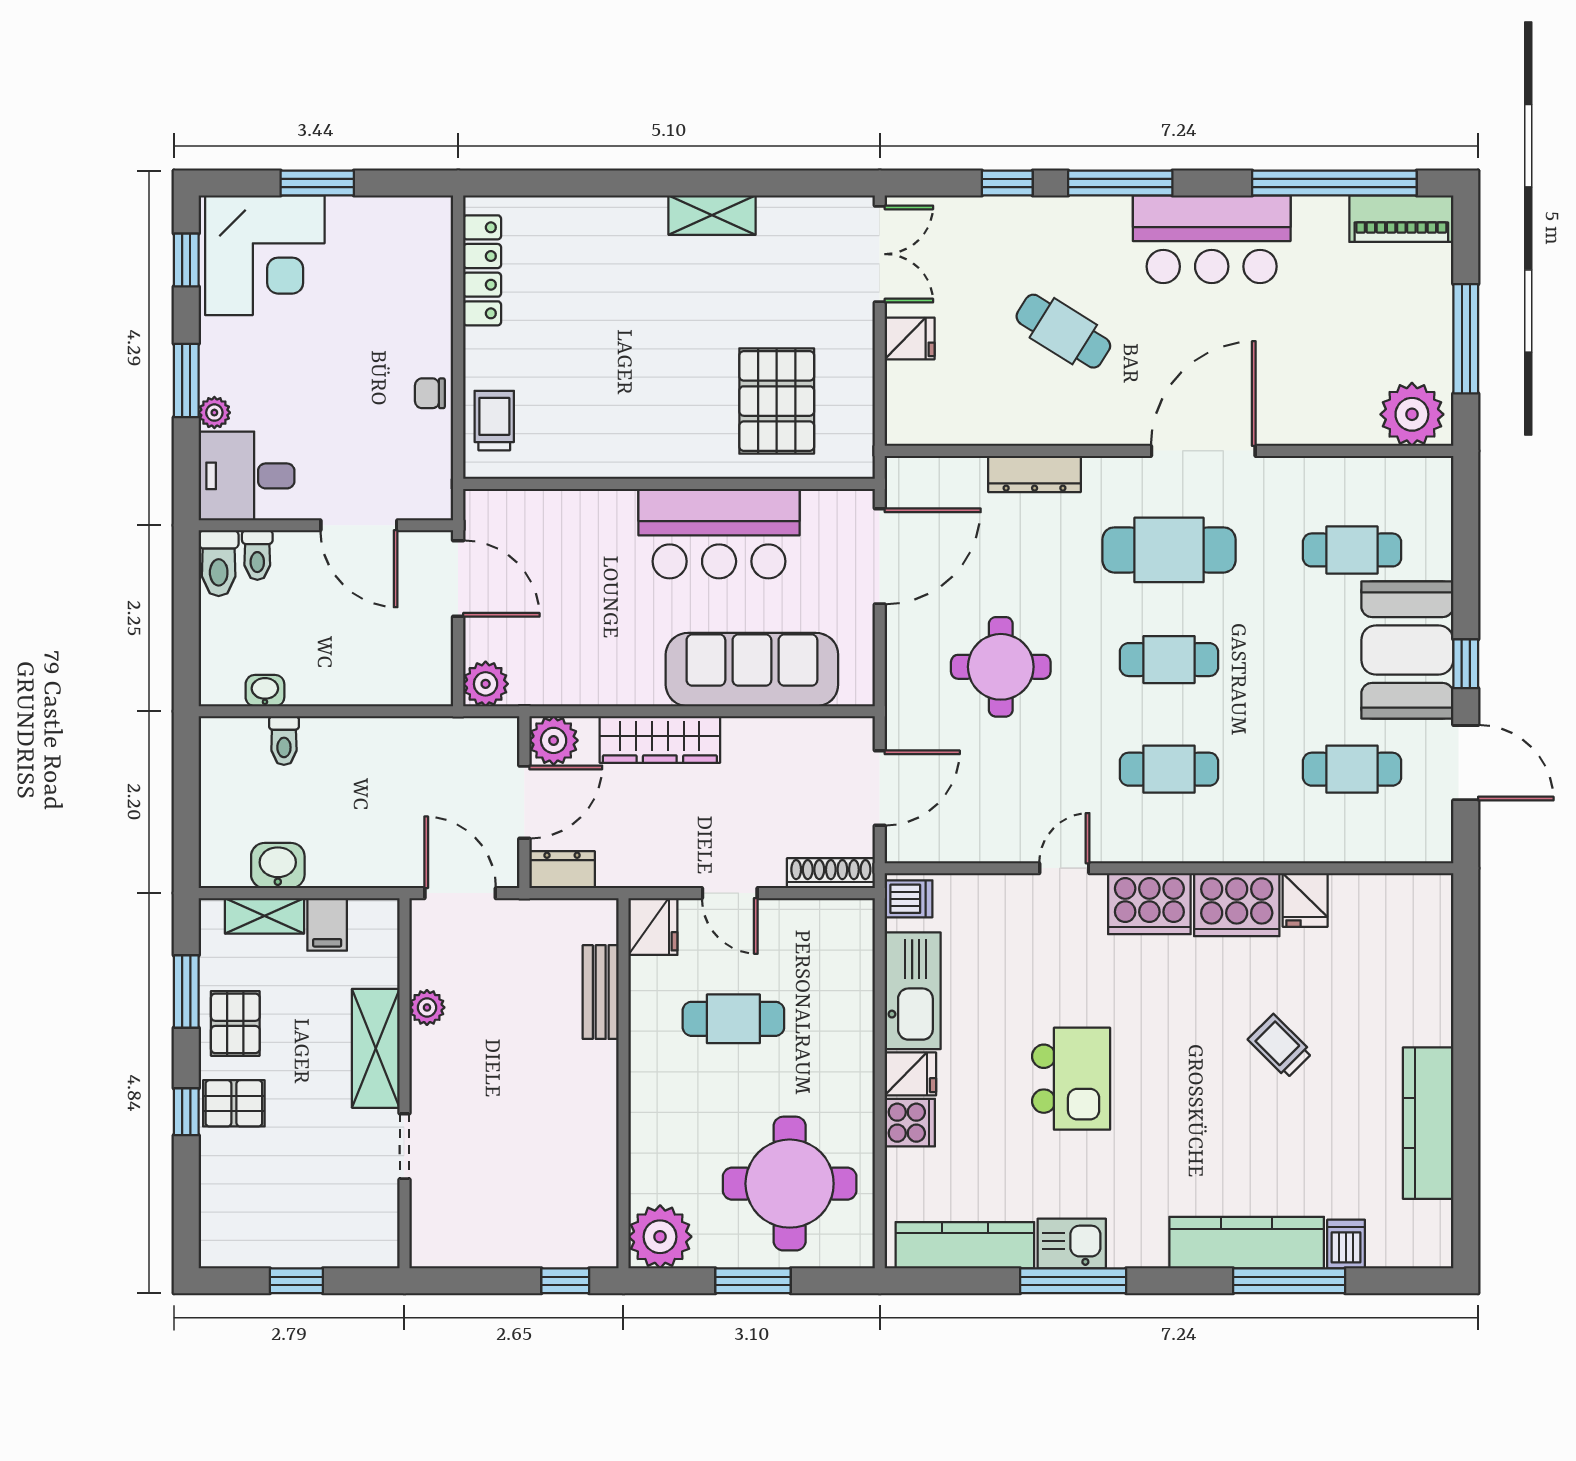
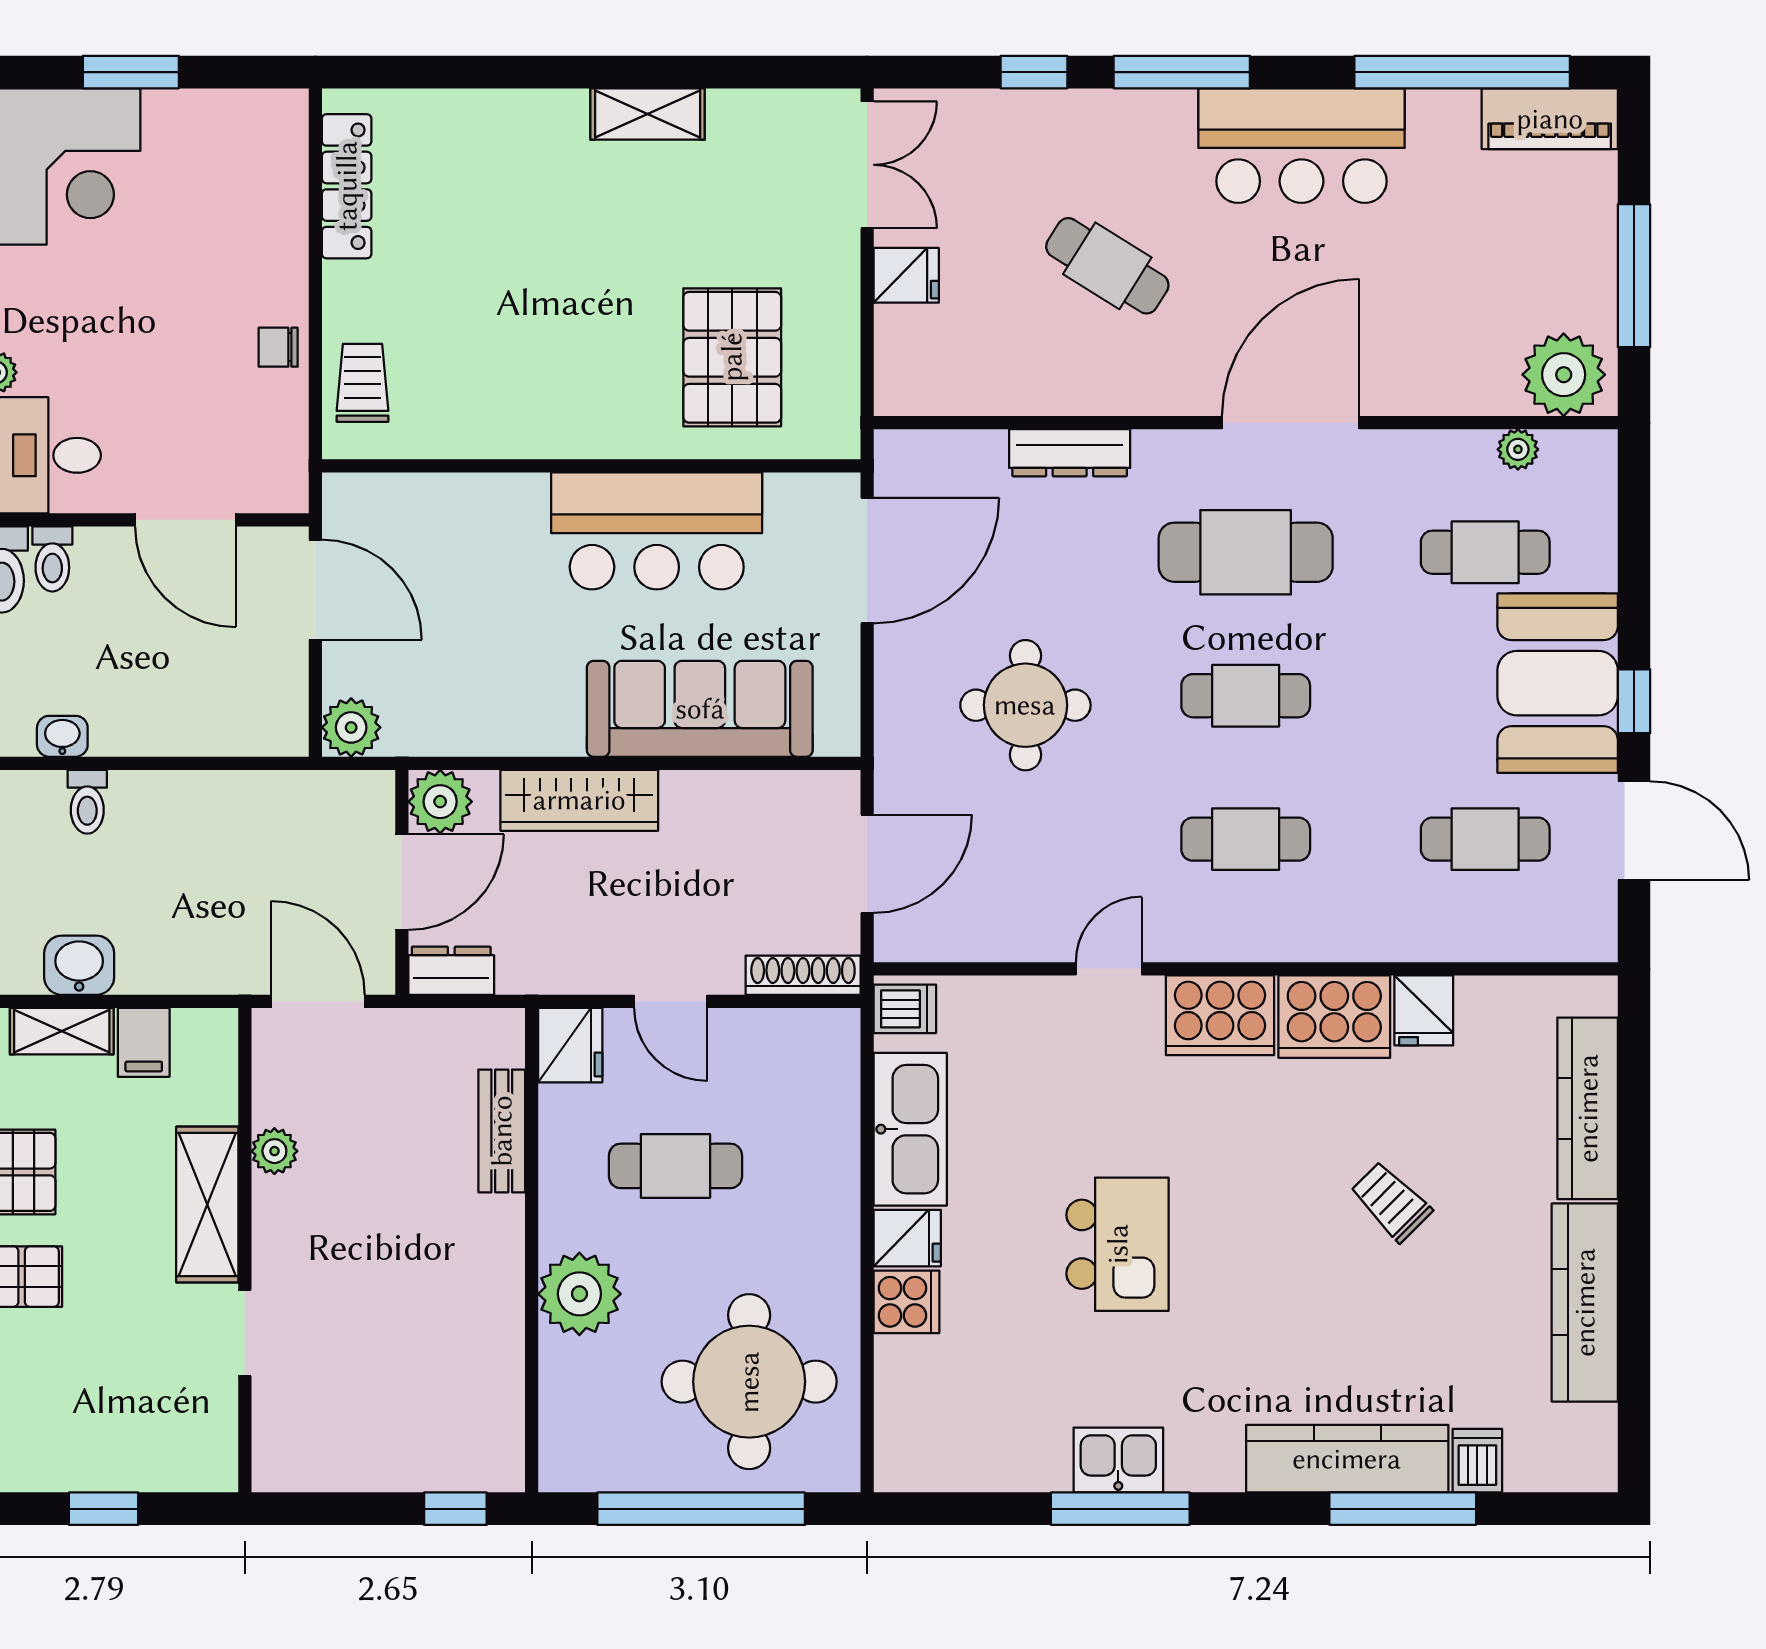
plant: (1377, 471) -> (1518, 449), added
plant: (660, 1237) -> (579, 1294), moved
kitchen counter: (965, 1245) -> (1588, 1108), moved, turned -90
window: (753, 1281) -> (701, 1509), width x2.11

